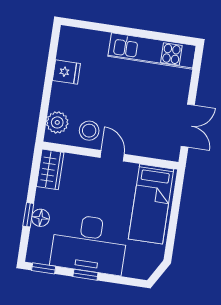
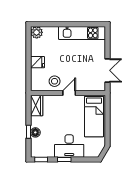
fridge: (66, 72) -> (37, 62), moved
plant: (57, 122) -> (37, 32), moved
door: (112, 156) -> (69, 93), hinge flipped
desk: (89, 244) -> (69, 146), width x0.73, depth x0.77

